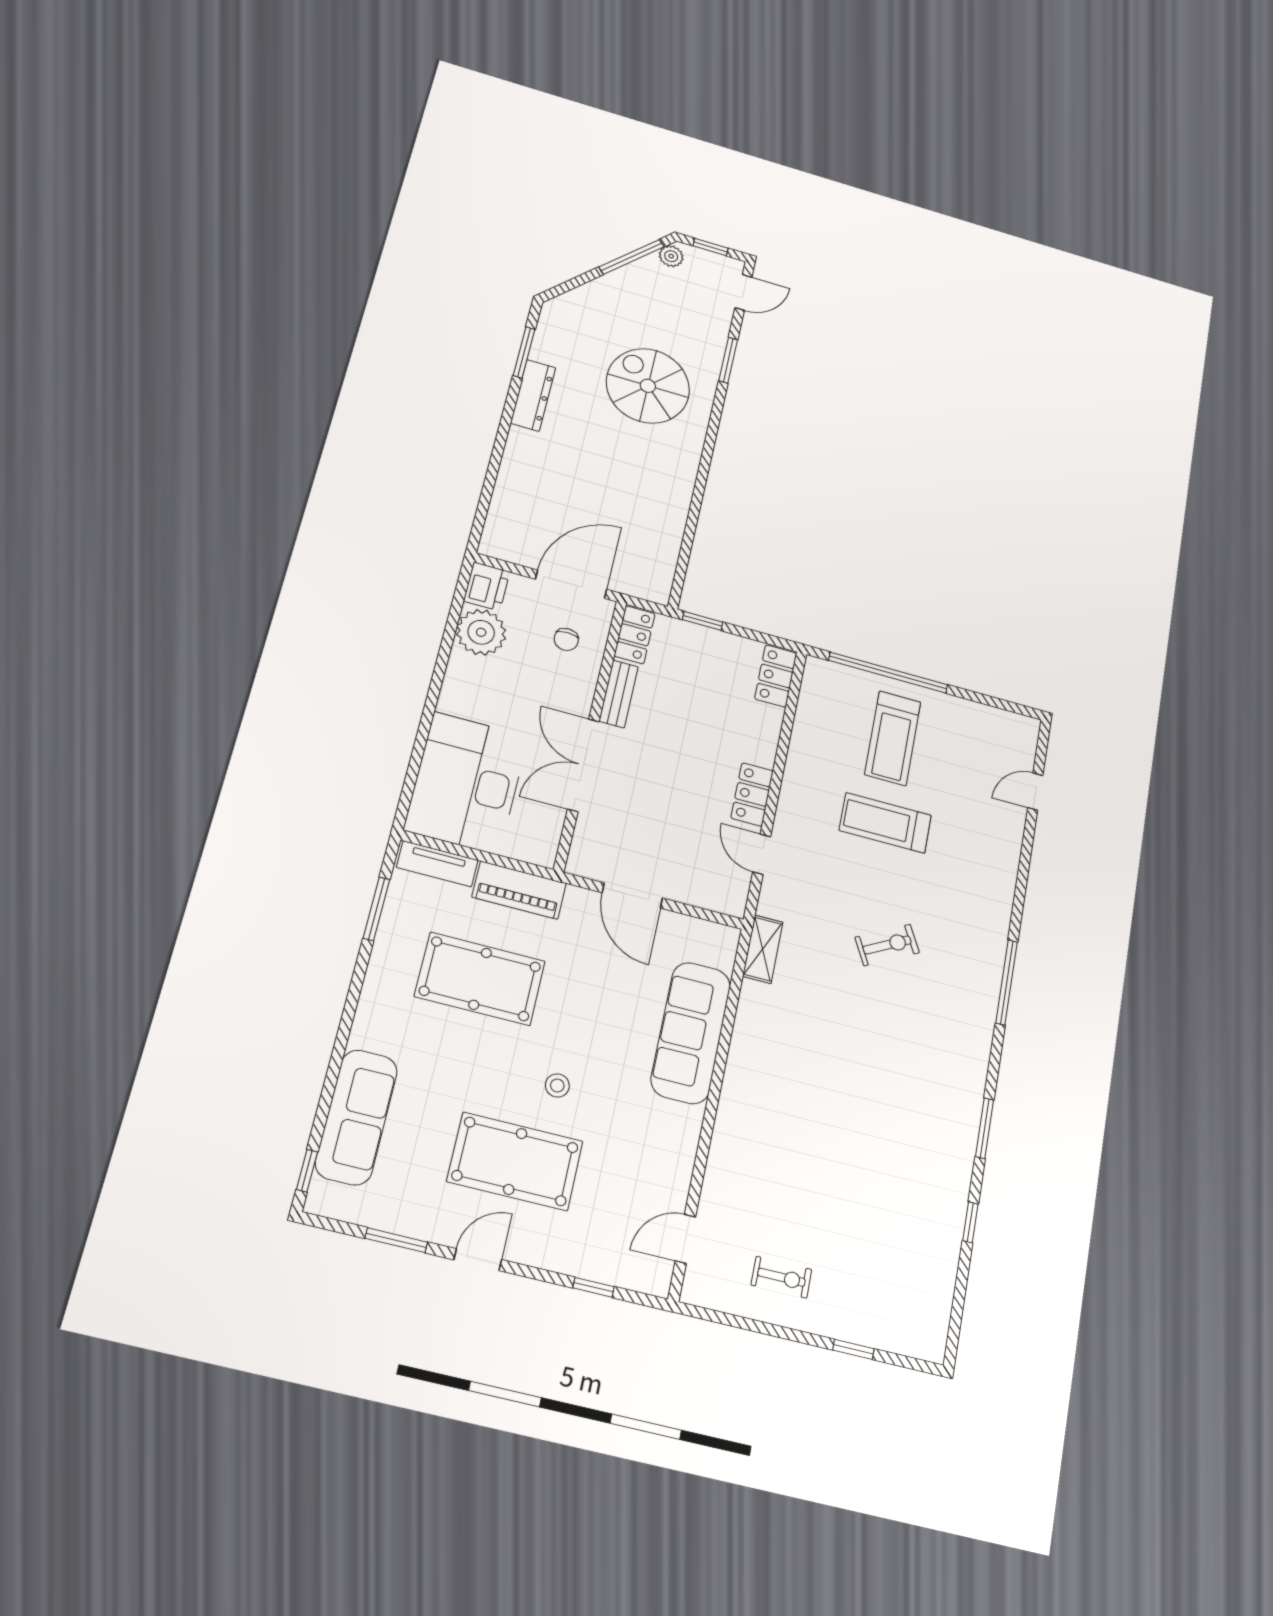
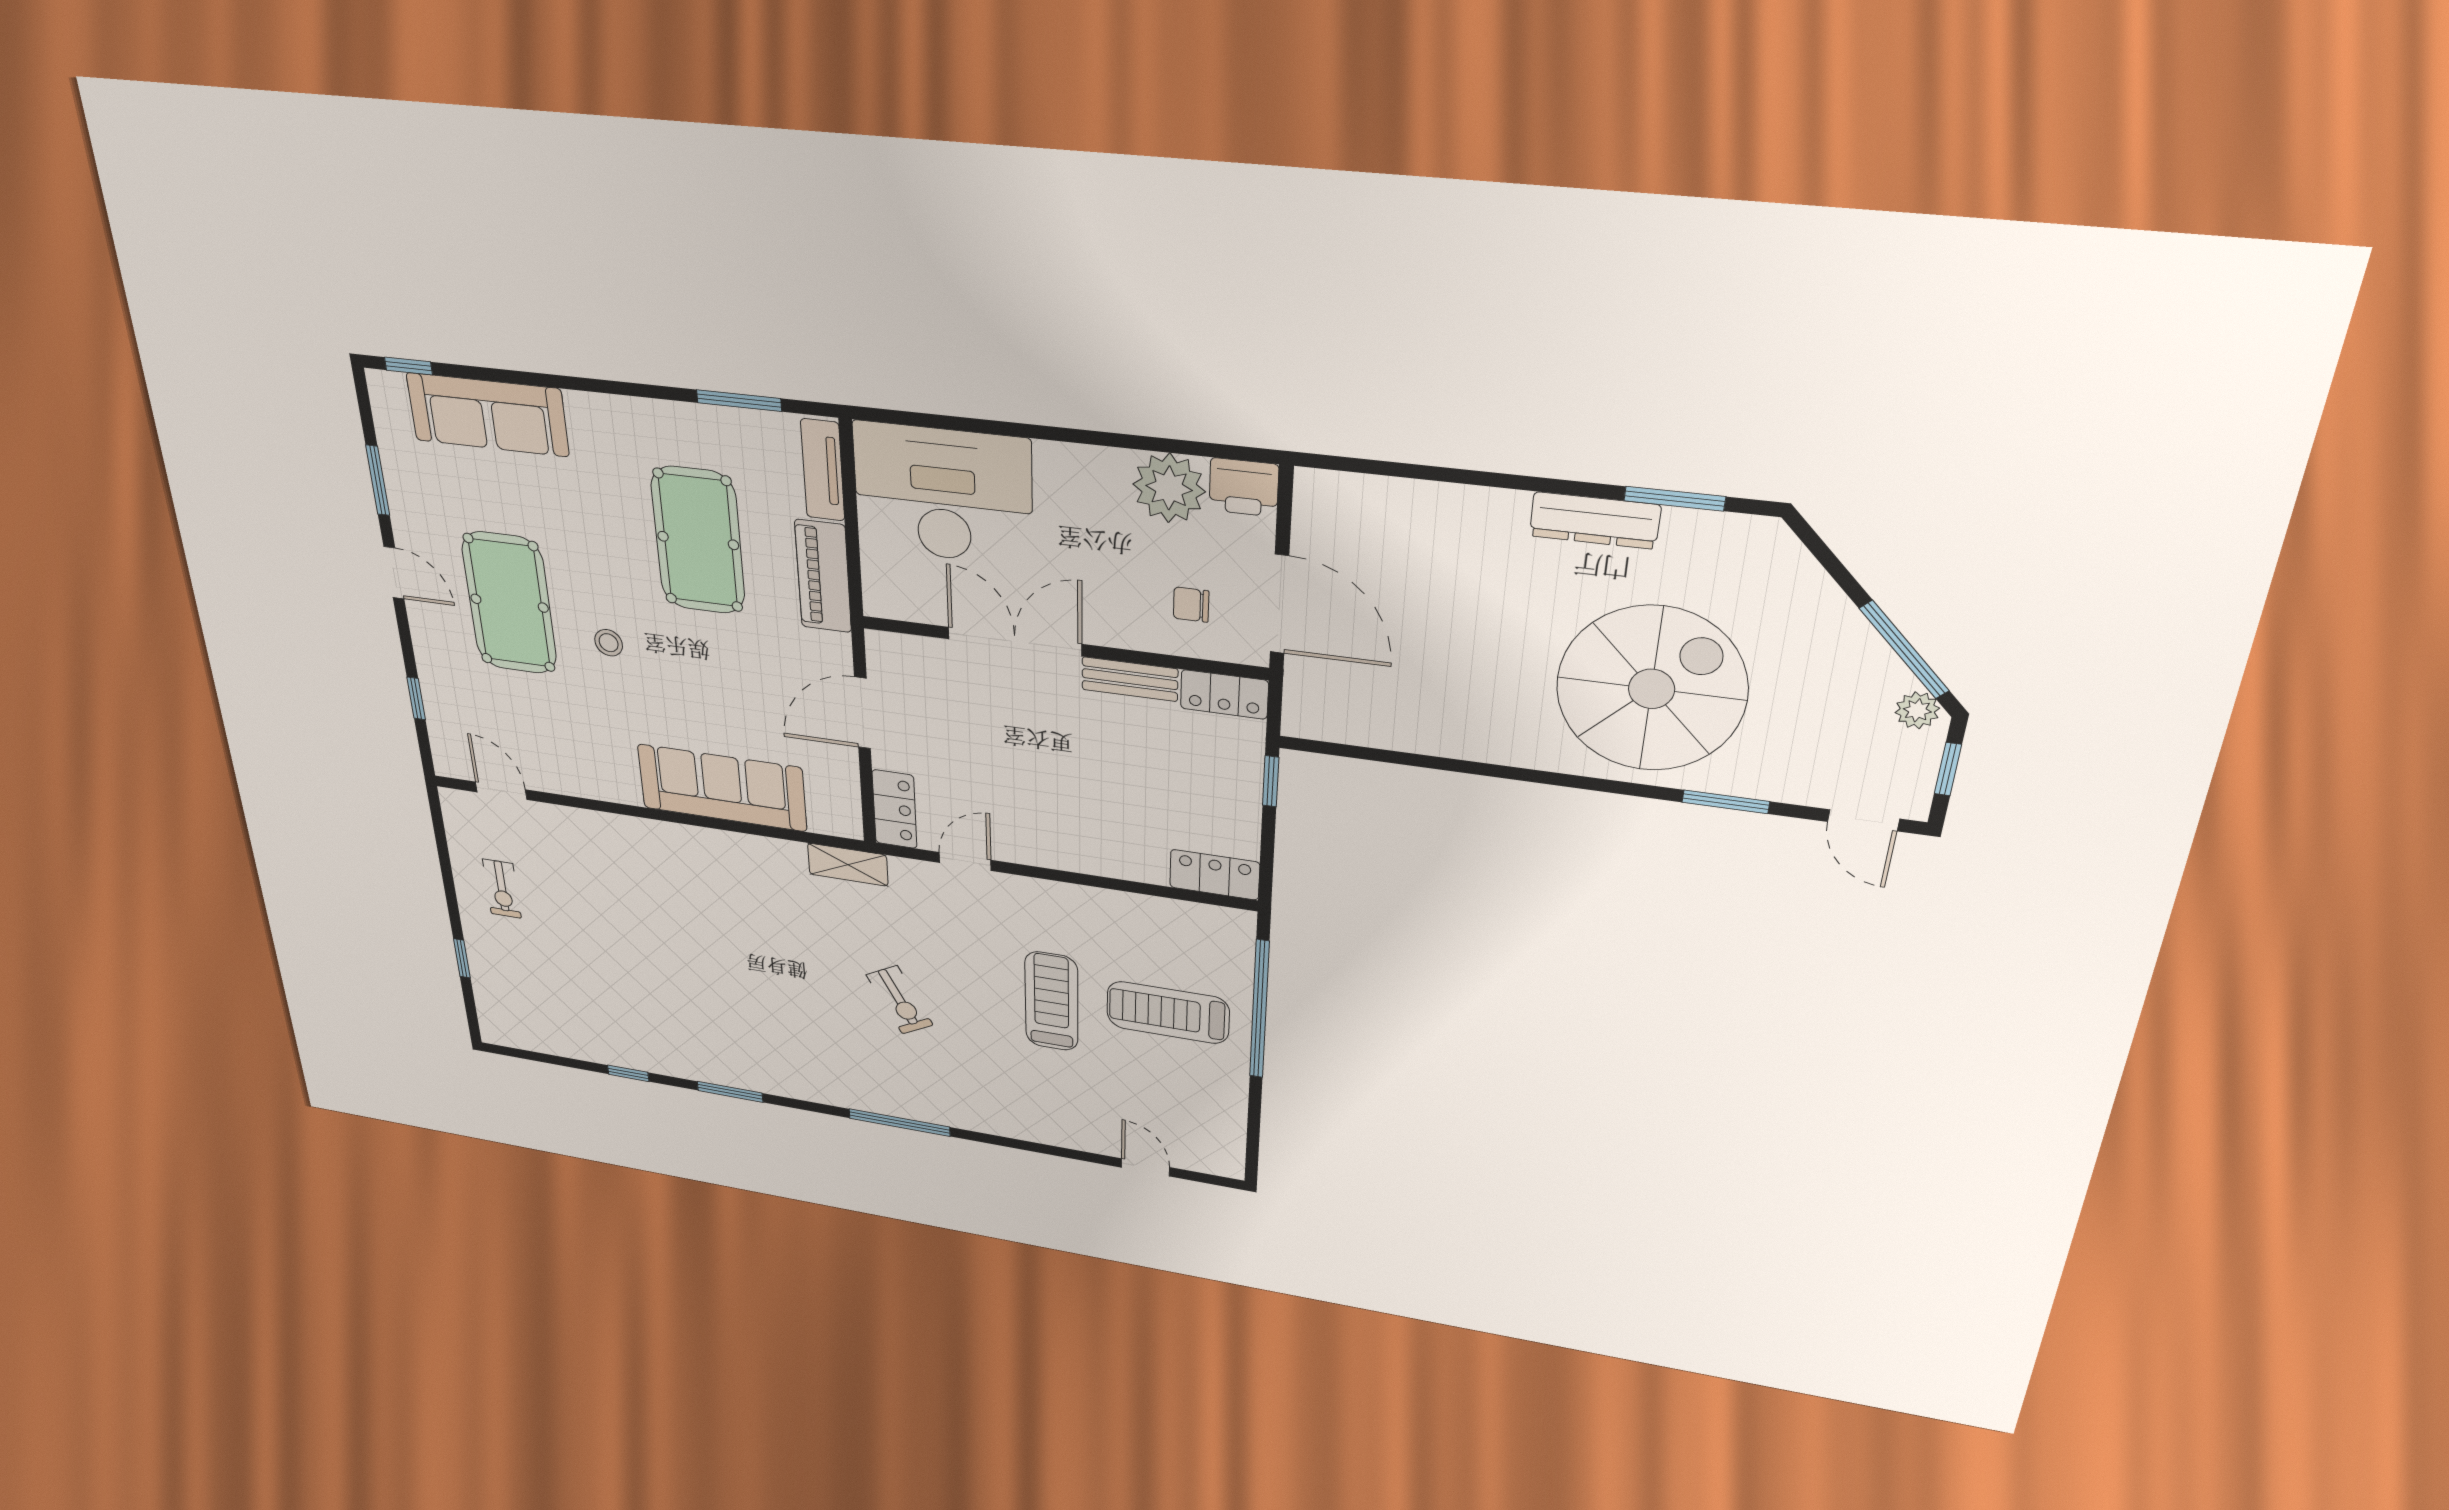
spiral stairs: (648, 386) -> (1651, 689), width x1.37, depth x1.37
locker: (752, 794) -> (895, 809), moved, turned 90

